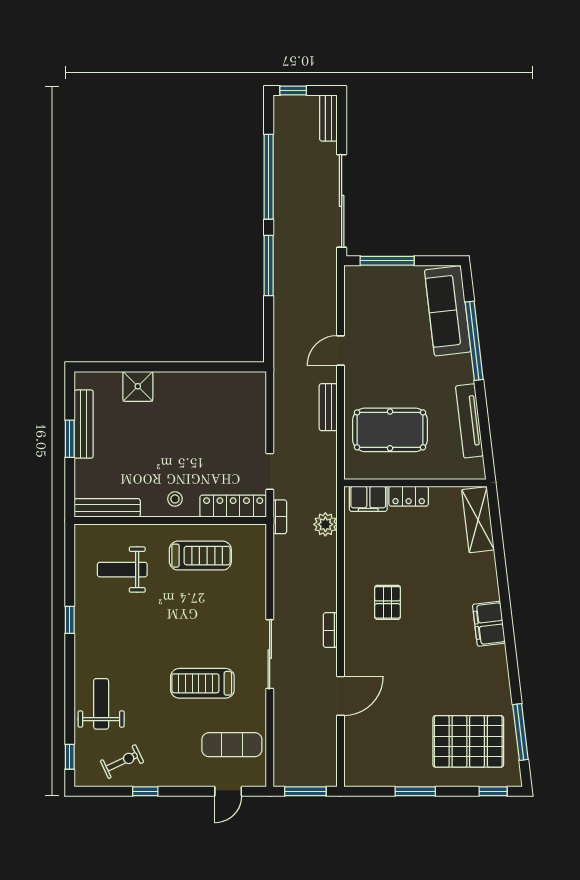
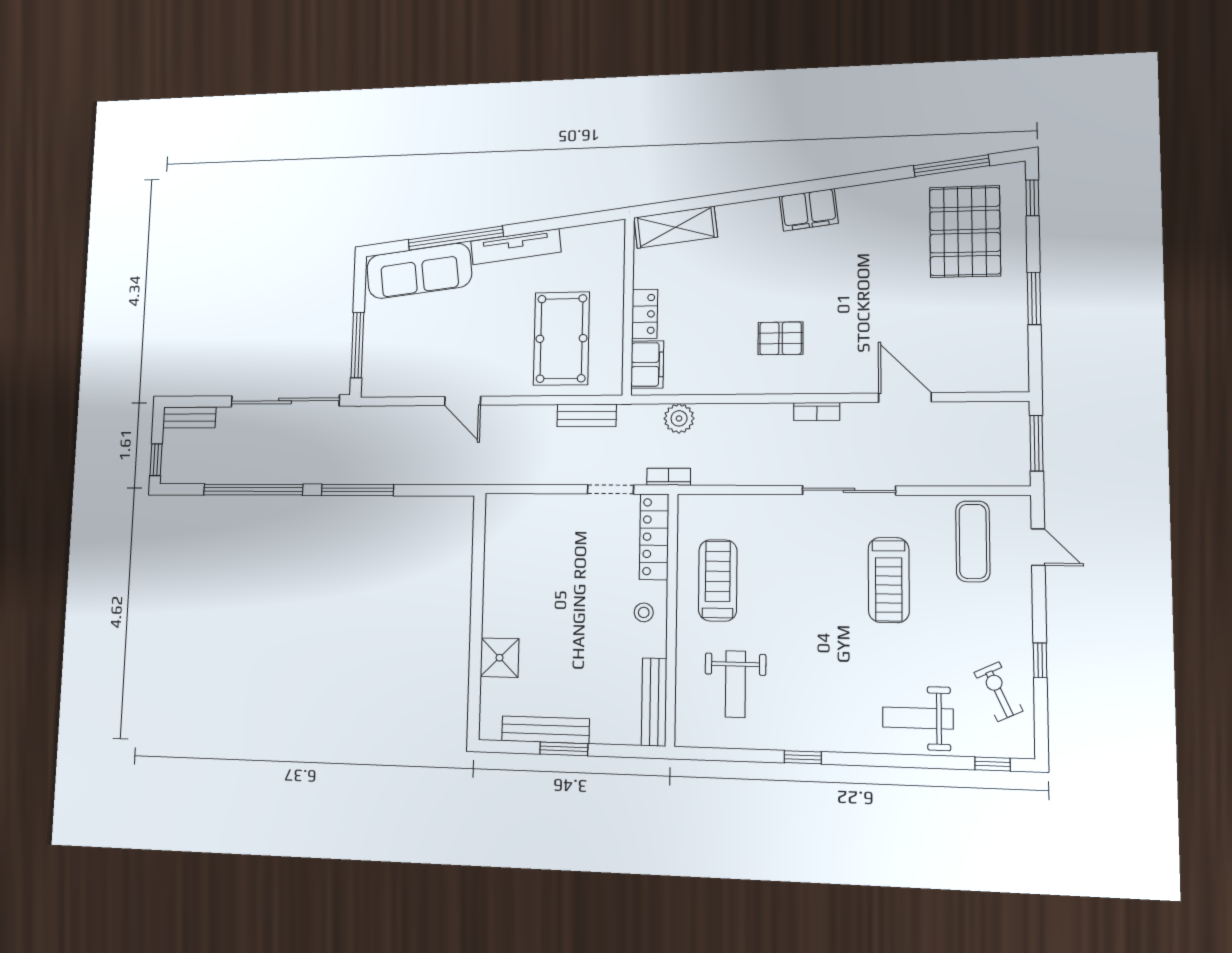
bench: (328, 407) -> (587, 415), moved
tv unit: (469, 421) -> (516, 247), moved

